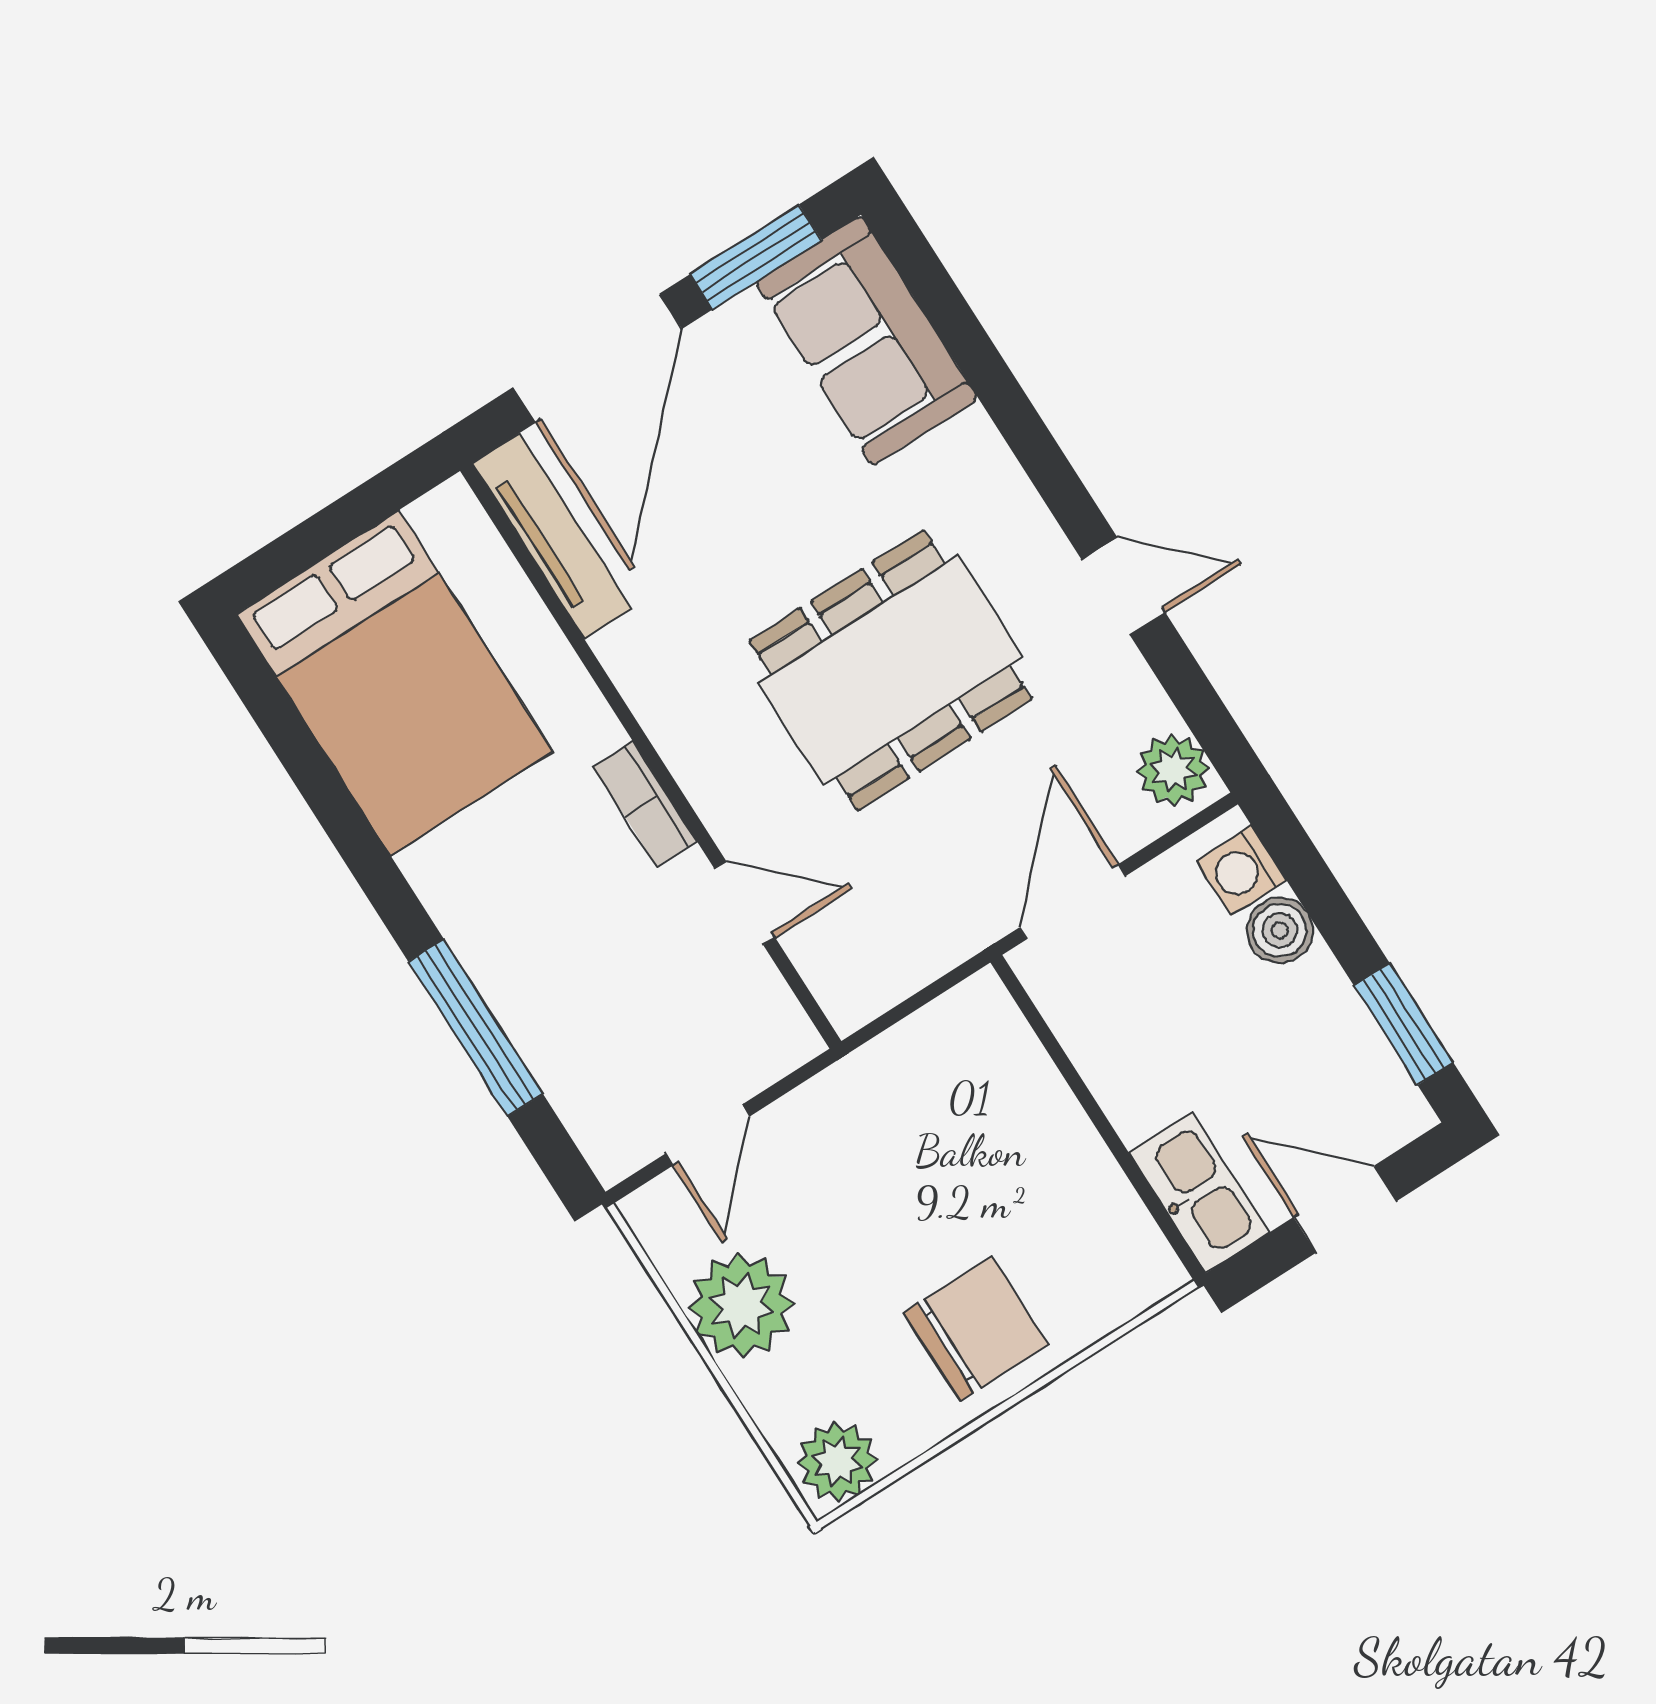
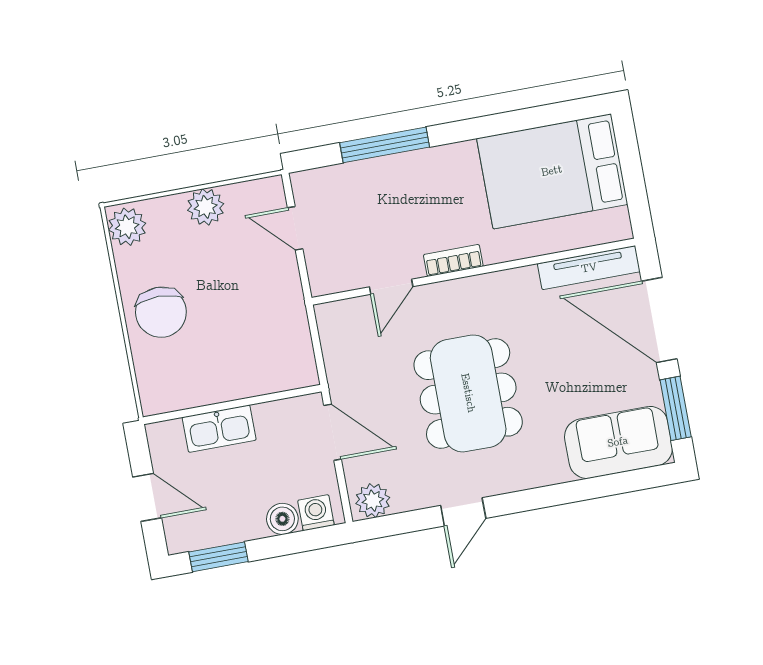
kitchen sink: (1199, 1193) -> (219, 429), moved
door: (1345, 1209) -> (147, 497), hinge flipped
plant: (741, 1306) -> (206, 207), width x0.73, depth x0.73

